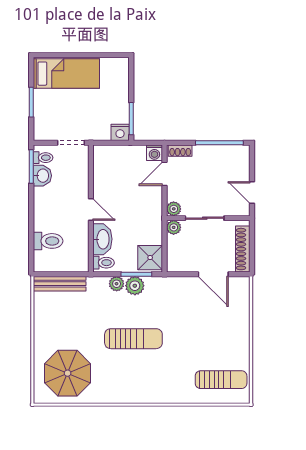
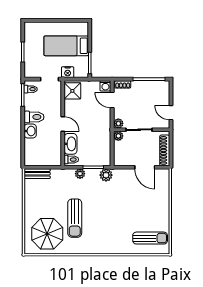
bed: (66, 74) -> (66, 46), moved, turned 180
nightstand: (120, 132) -> (68, 72), moved
door: (164, 174) -> (112, 100), hinge flipped
washbasin: (42, 176) -> (30, 131), moved
toilet: (48, 241) -> (34, 117), moved
shower: (150, 258) -> (72, 91), moved
bench: (60, 284) -> (37, 174), width x0.73
plant: (135, 286) -> (106, 175), moved
sun lounger: (133, 339) -> (75, 218), moved, turned 90

